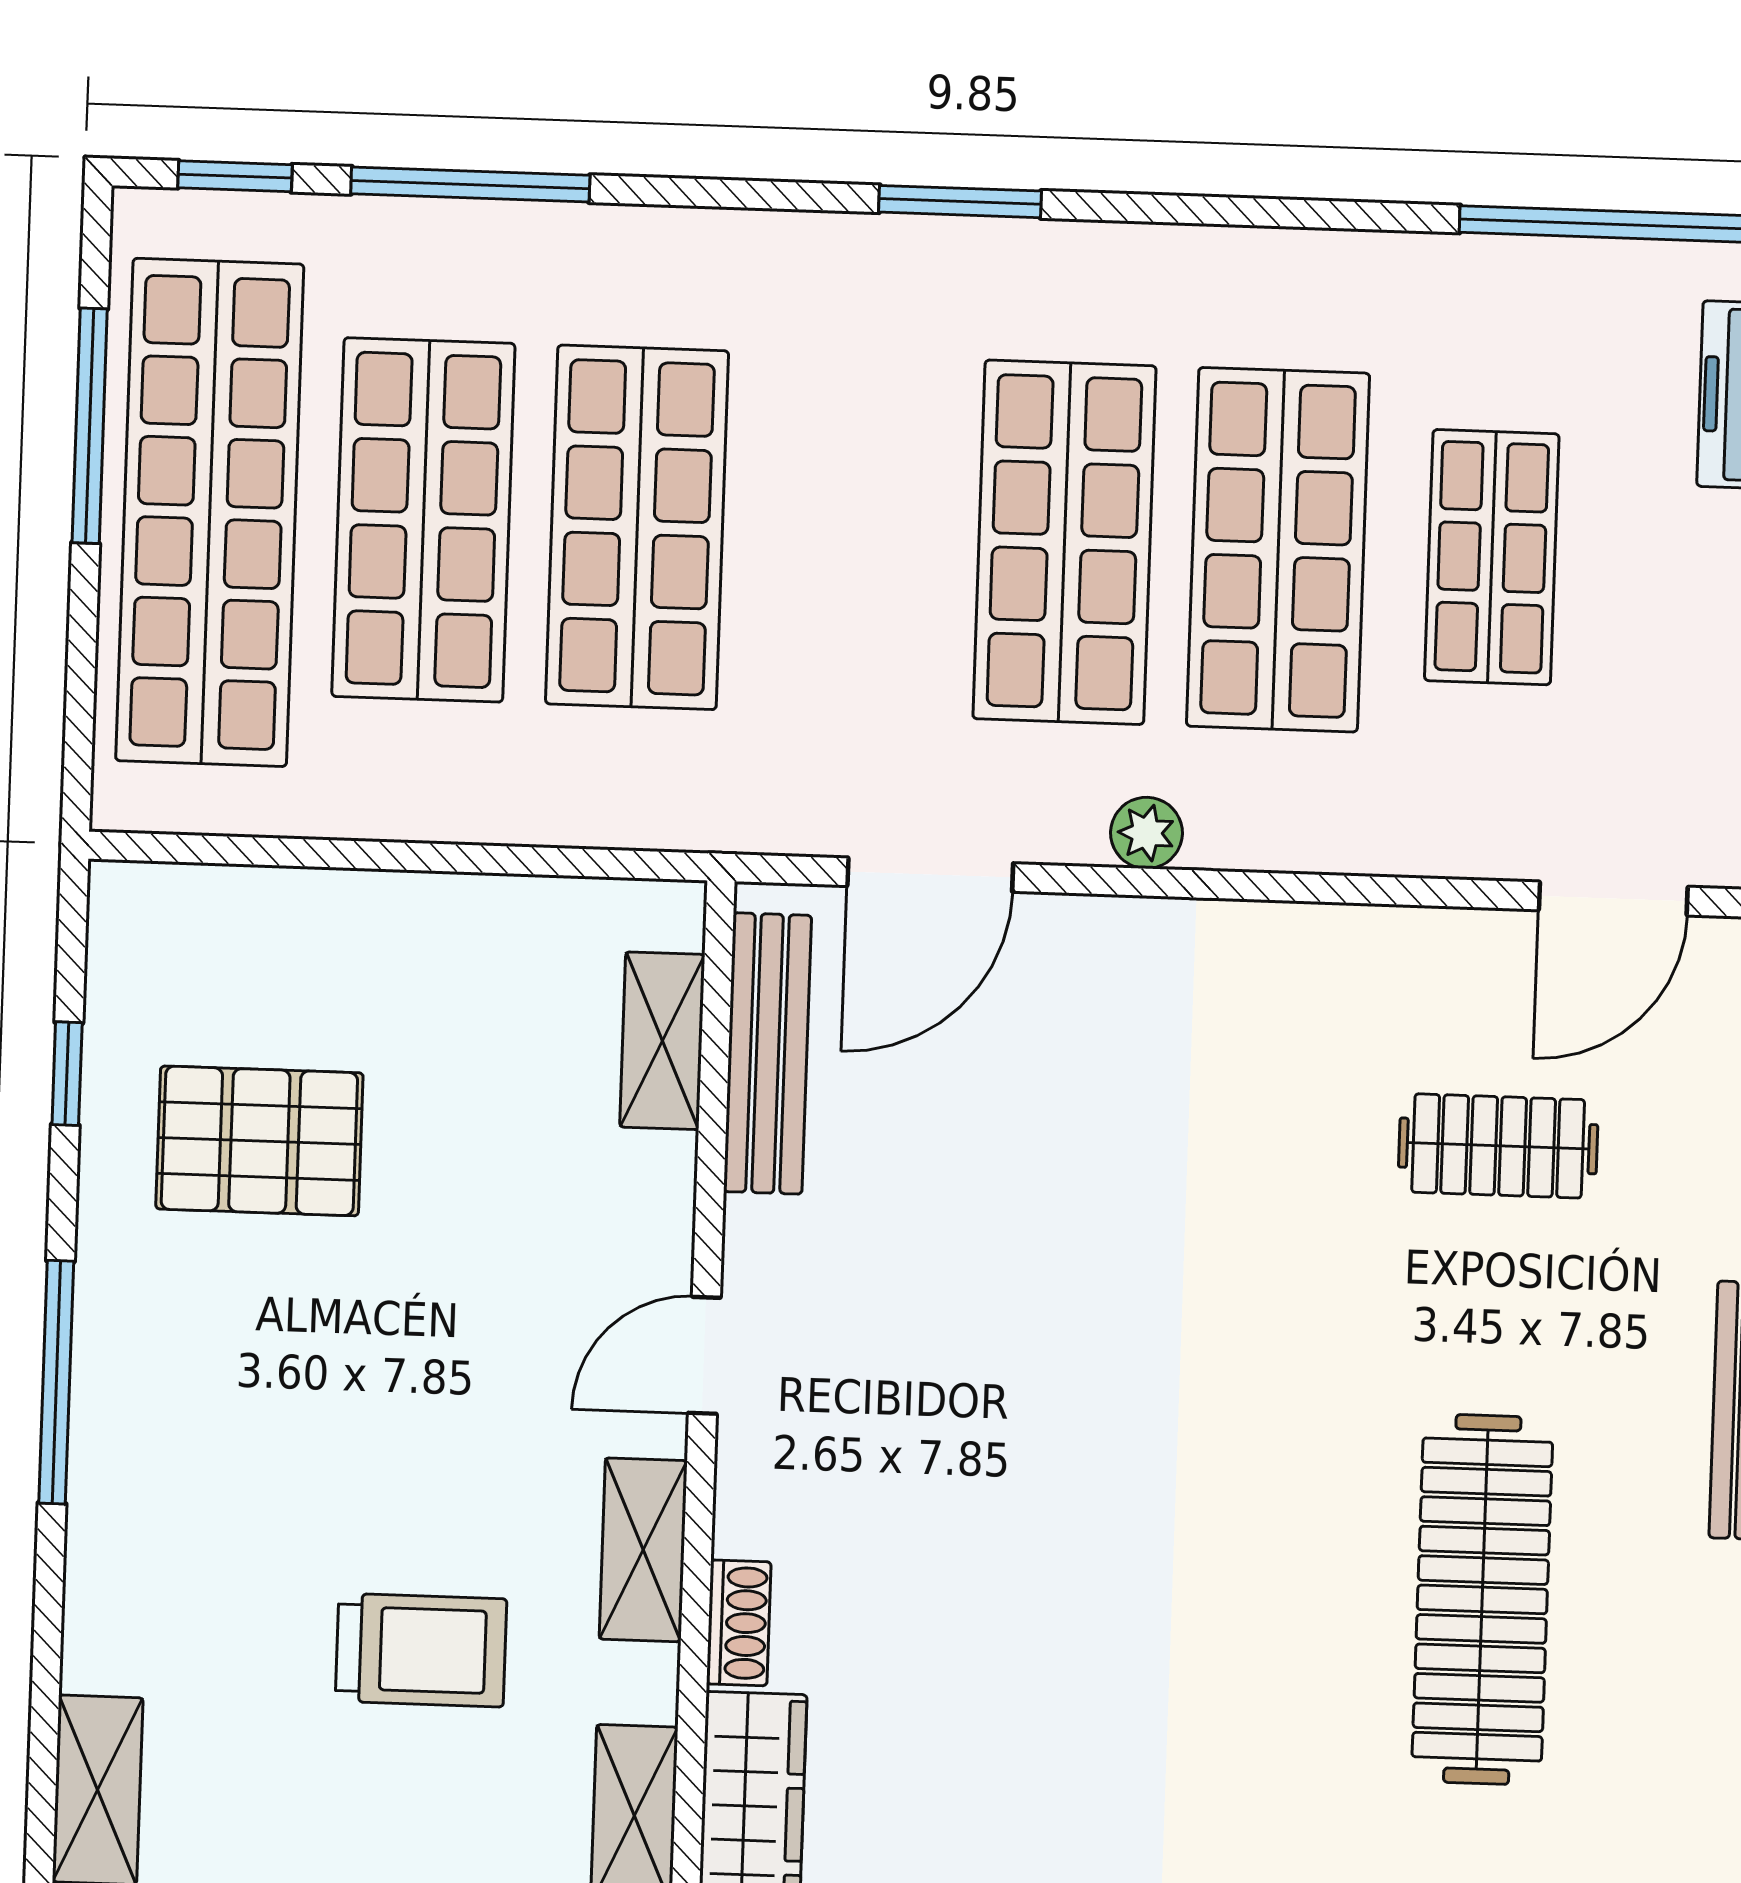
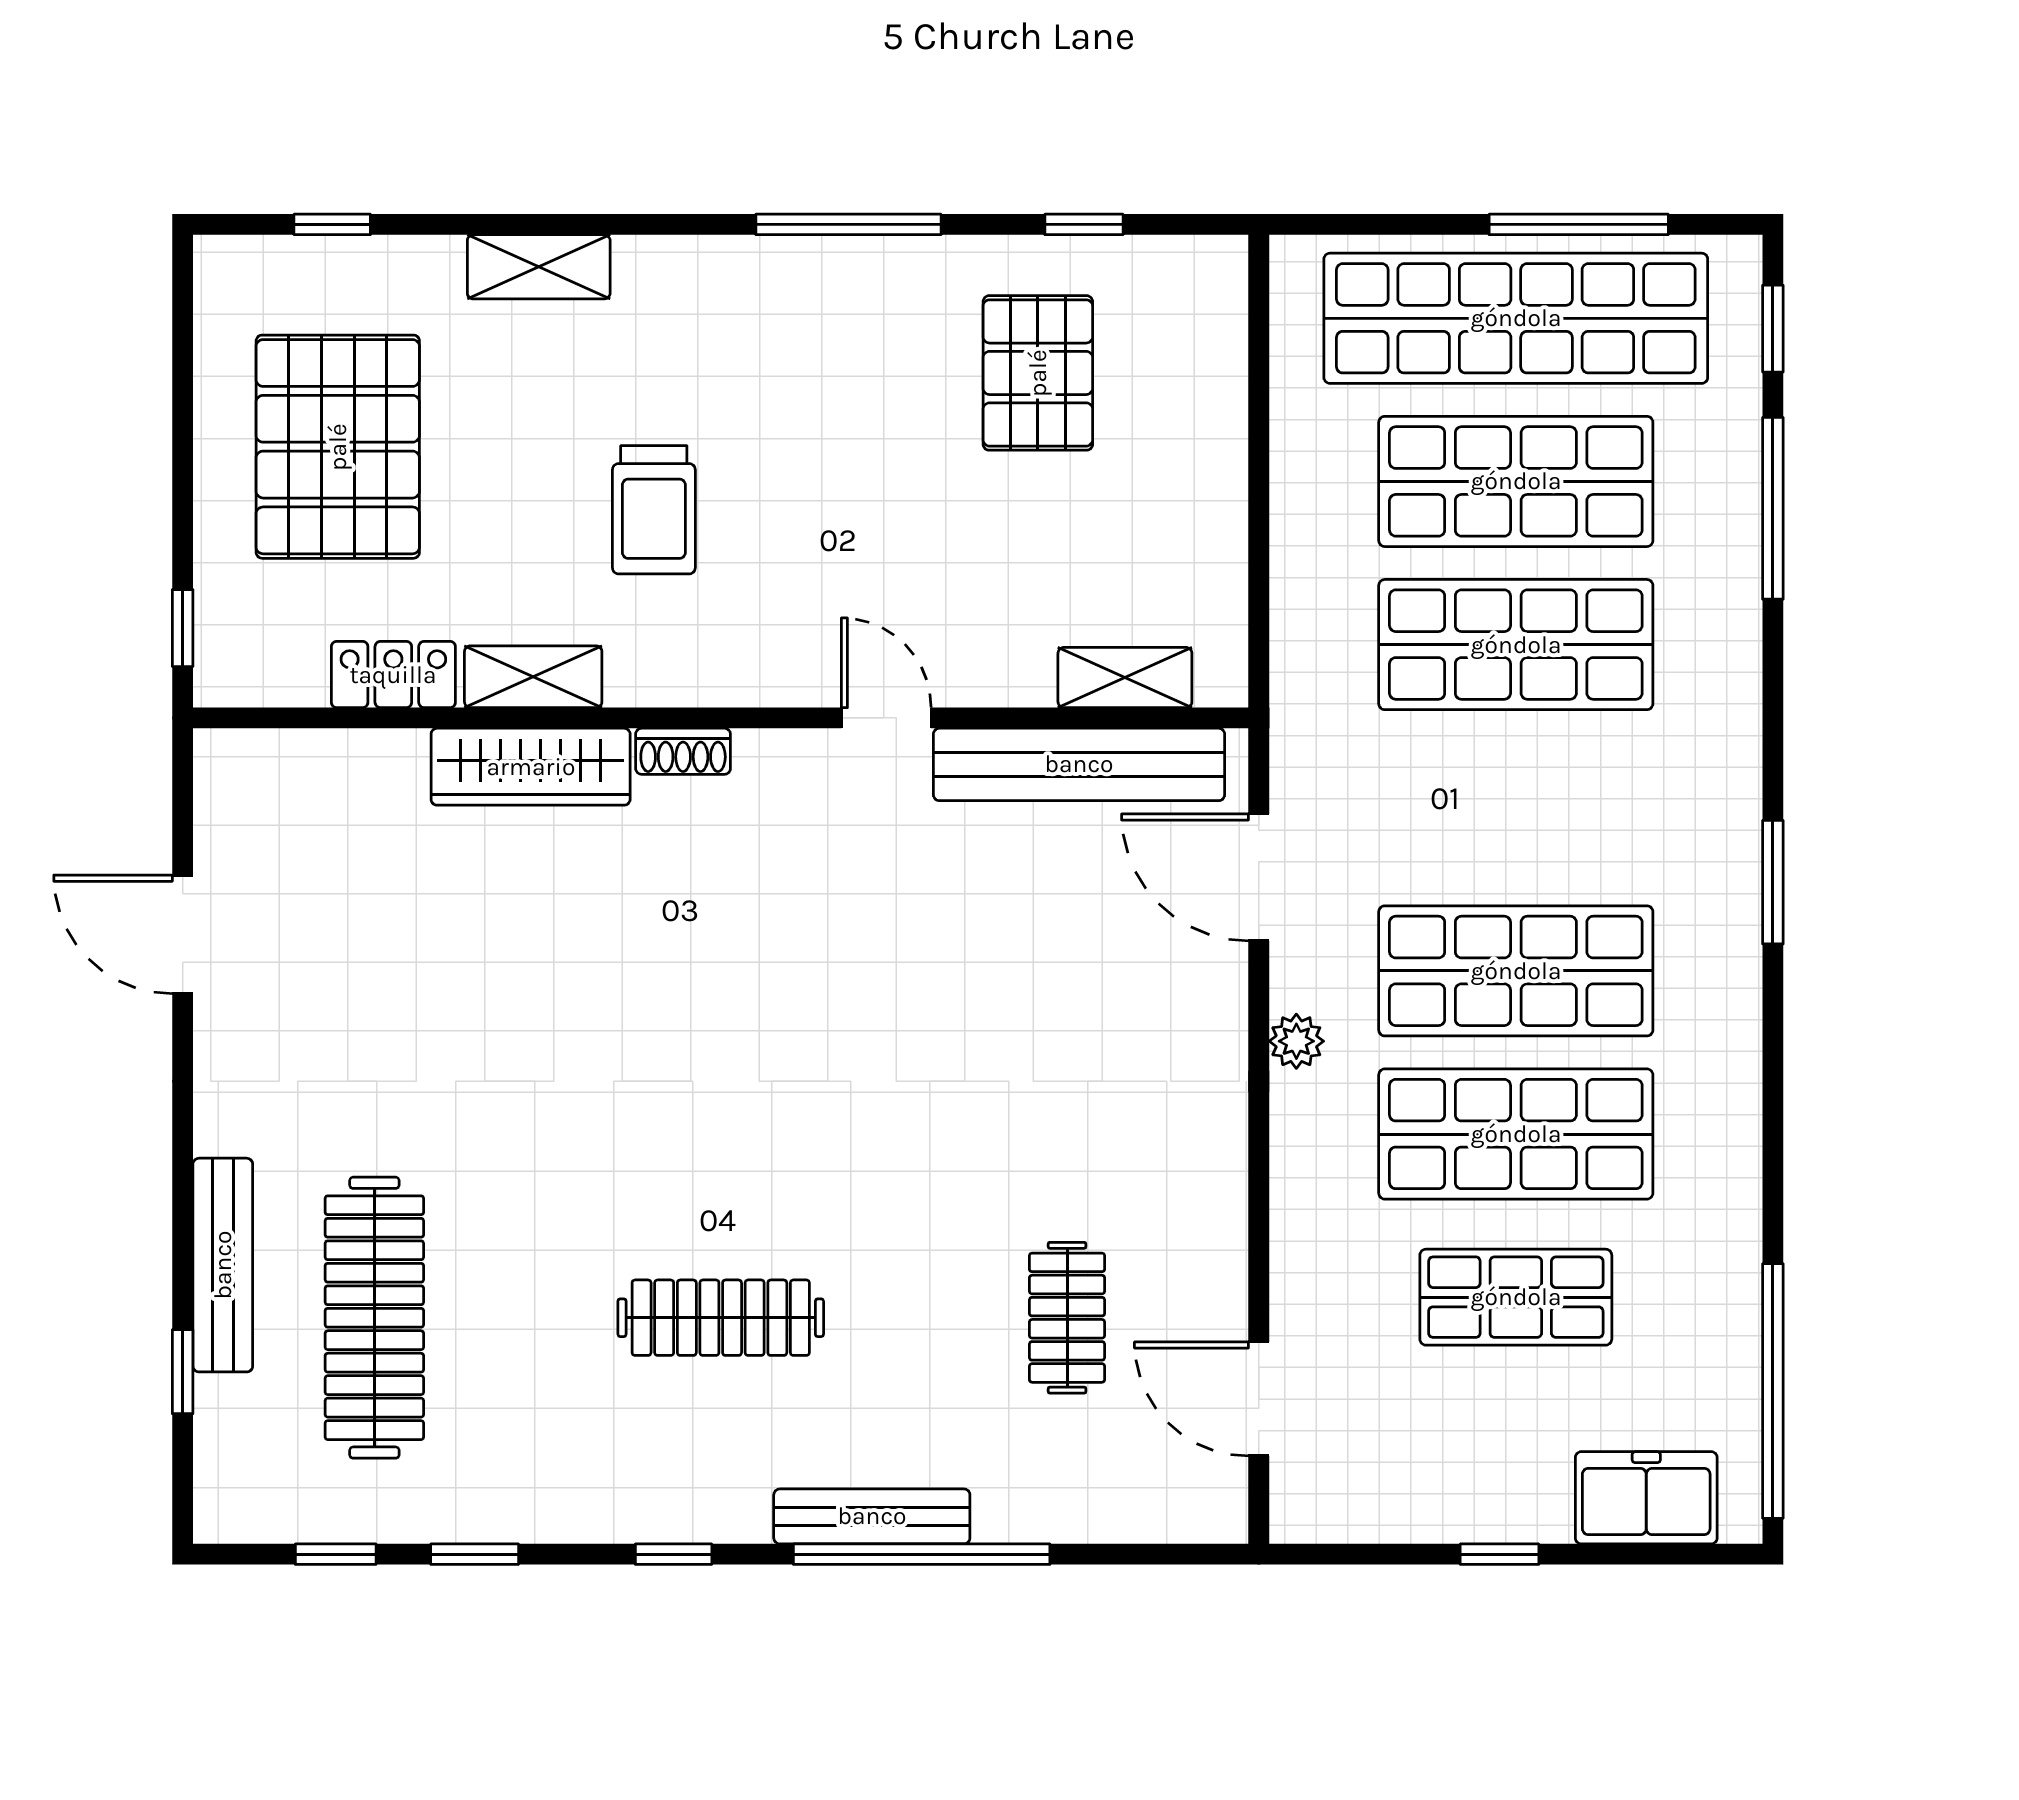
bench: (767, 1053) -> (1079, 764), width x1.37, depth x1.21
shelving: (643, 1550) -> (736, 676), removed
clothes rail: (1482, 1599) -> (721, 1318), width x0.73, depth x0.76

